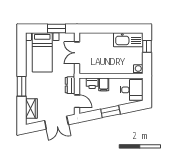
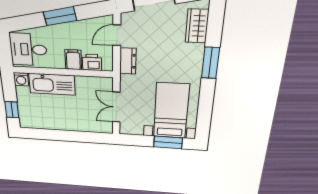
window: (57, 29) -> (168, 142), moved
kitchen sink: (128, 40) -> (52, 84), moved, turned 180
double door: (77, 53) -> (116, 107), swing flipped
door: (77, 101) -> (117, 35), hinge flipped

